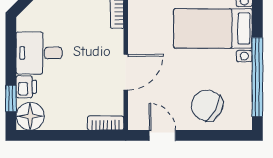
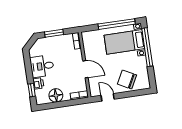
door: (126, 72) -> (85, 69), hinge flipped
window: (257, 77) -> (147, 47), moved
floor lamp: (30, 116) -> (56, 95), moved

